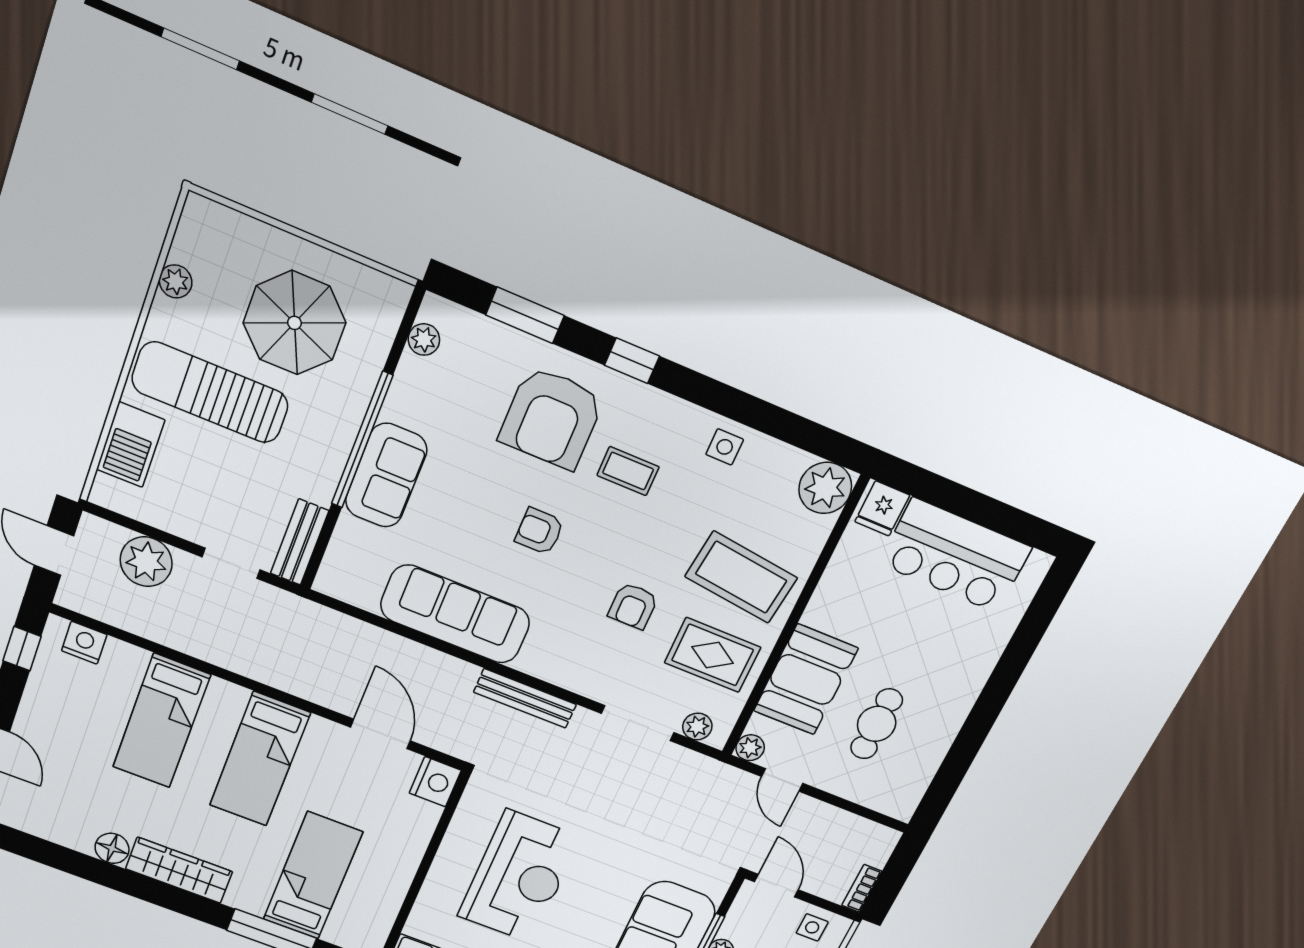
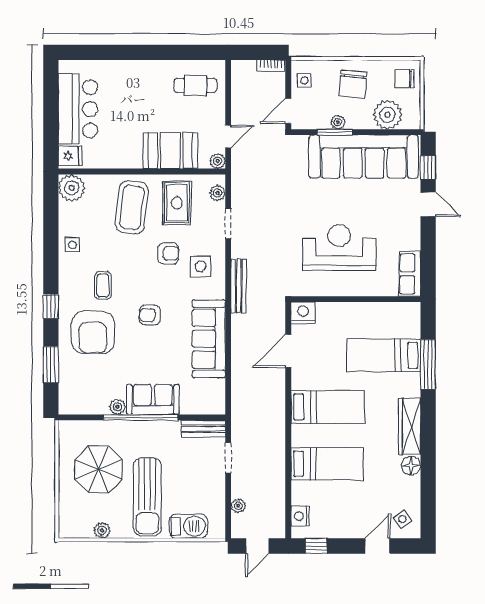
plant: (424, 339) -> (117, 407), moved
armchair: (551, 418) -> (93, 332), turned 90
armchair: (539, 531) -> (150, 315), turned 90
plant: (146, 562) -> (238, 506), width x0.53, depth x0.53
side table: (586, 651) -> (201, 266), added
doorway: (638, 723) -> (228, 224), width x0.73
cafe table: (877, 724) -> (195, 85), moved
side table: (25, 802) -> (402, 519), added

